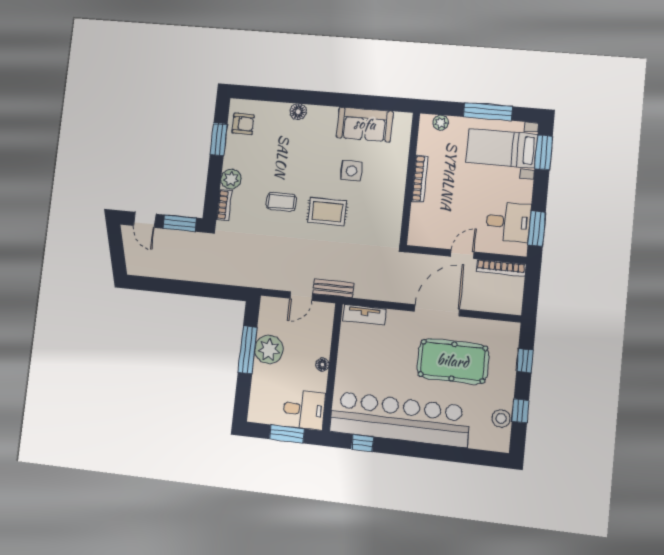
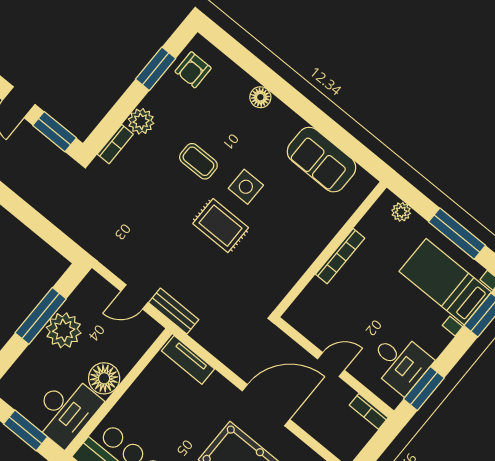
armchair: (243, 124) -> (193, 70), turned 90
side table: (352, 171) -> (246, 187), moved
coffee table: (281, 202) -> (198, 161), moved
bookcase: (501, 268) -> (369, 411), width x0.64
floor lamp: (322, 365) -> (104, 378), width x1.89, depth x1.89
desk: (304, 410) -> (66, 410), width x1.37

